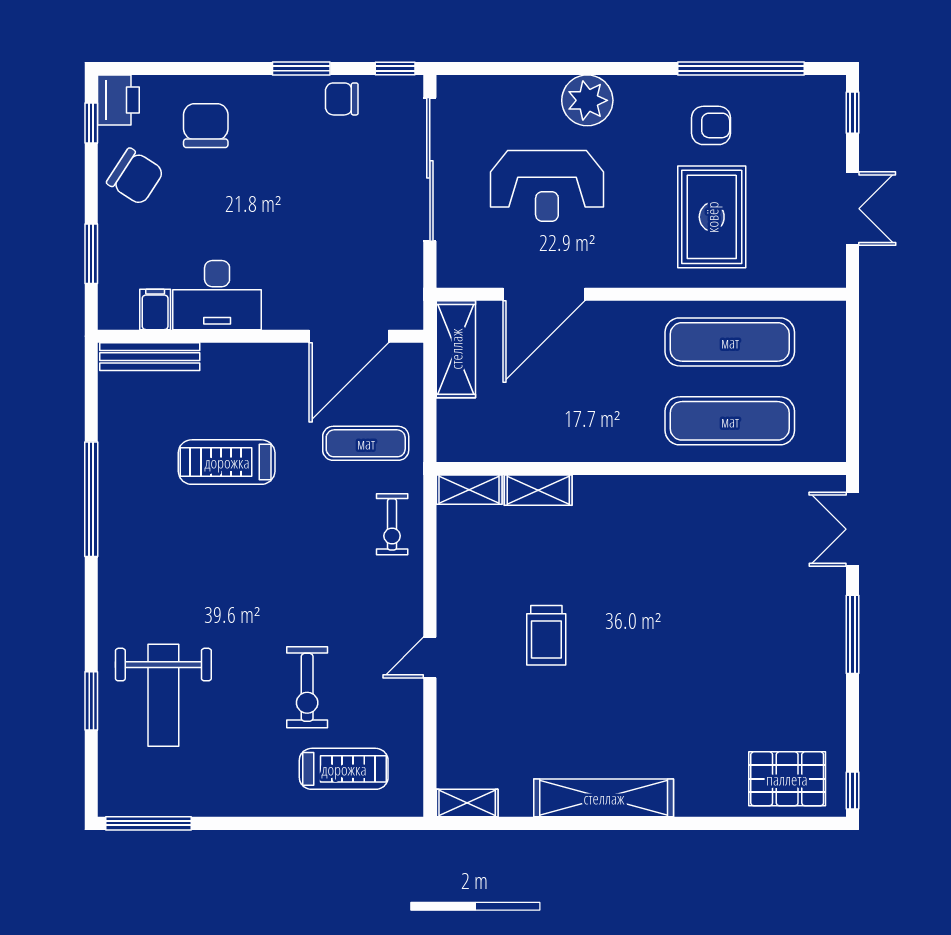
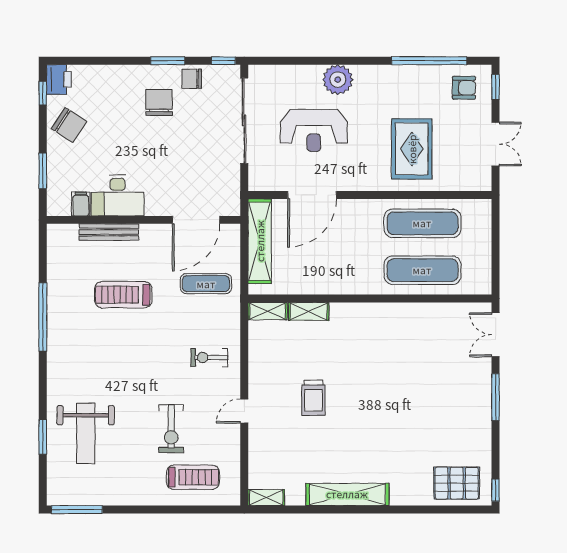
armchair: (711, 125) -> (464, 88), moved
chair: (206, 126) -> (159, 103), moved
shelving: (456, 349) -> (260, 241), width x1.47
bench: (150, 357) -> (109, 232), moved
exercise bike: (392, 524) -> (209, 357), moved, turned 90

